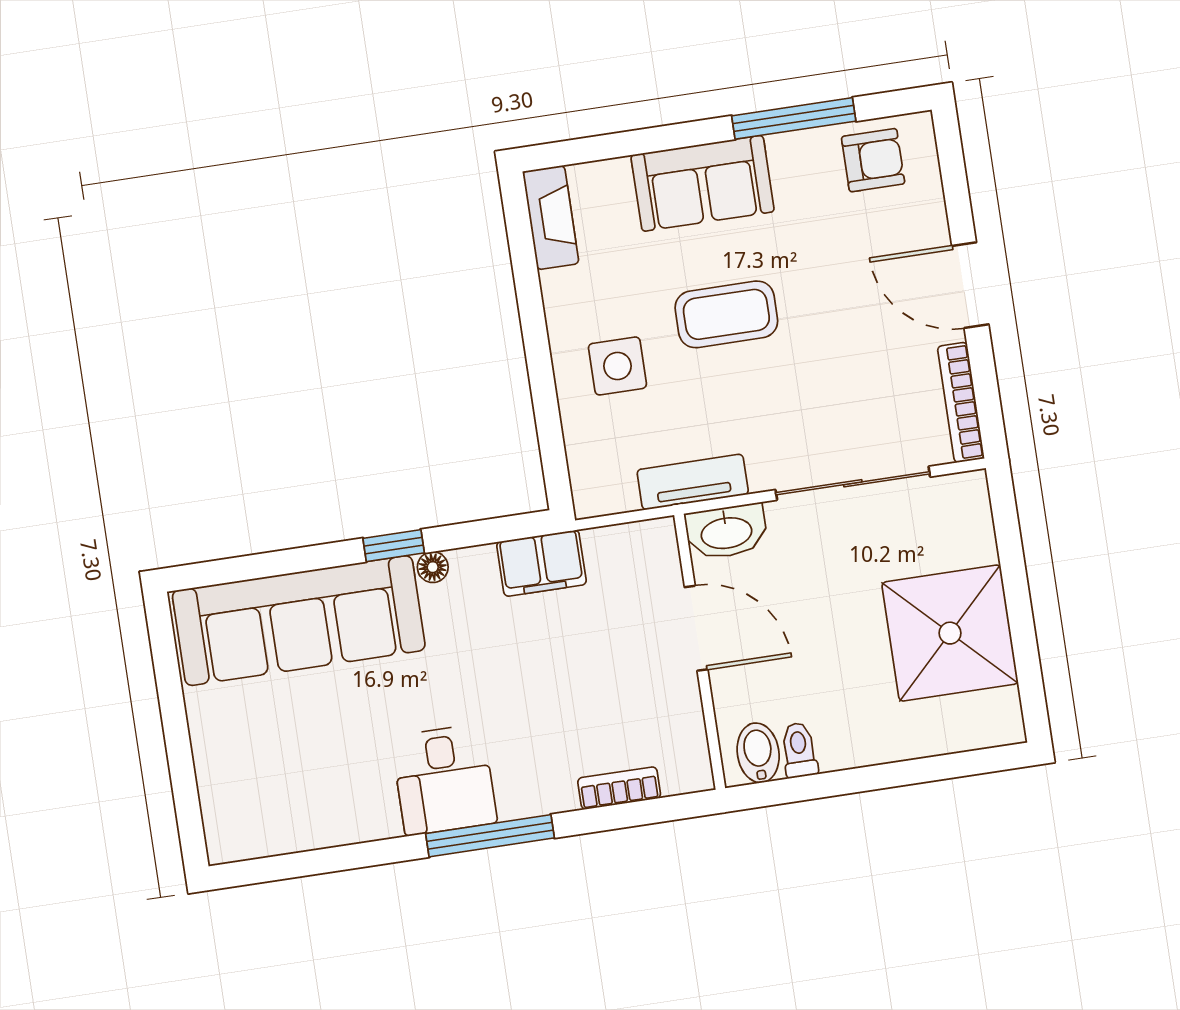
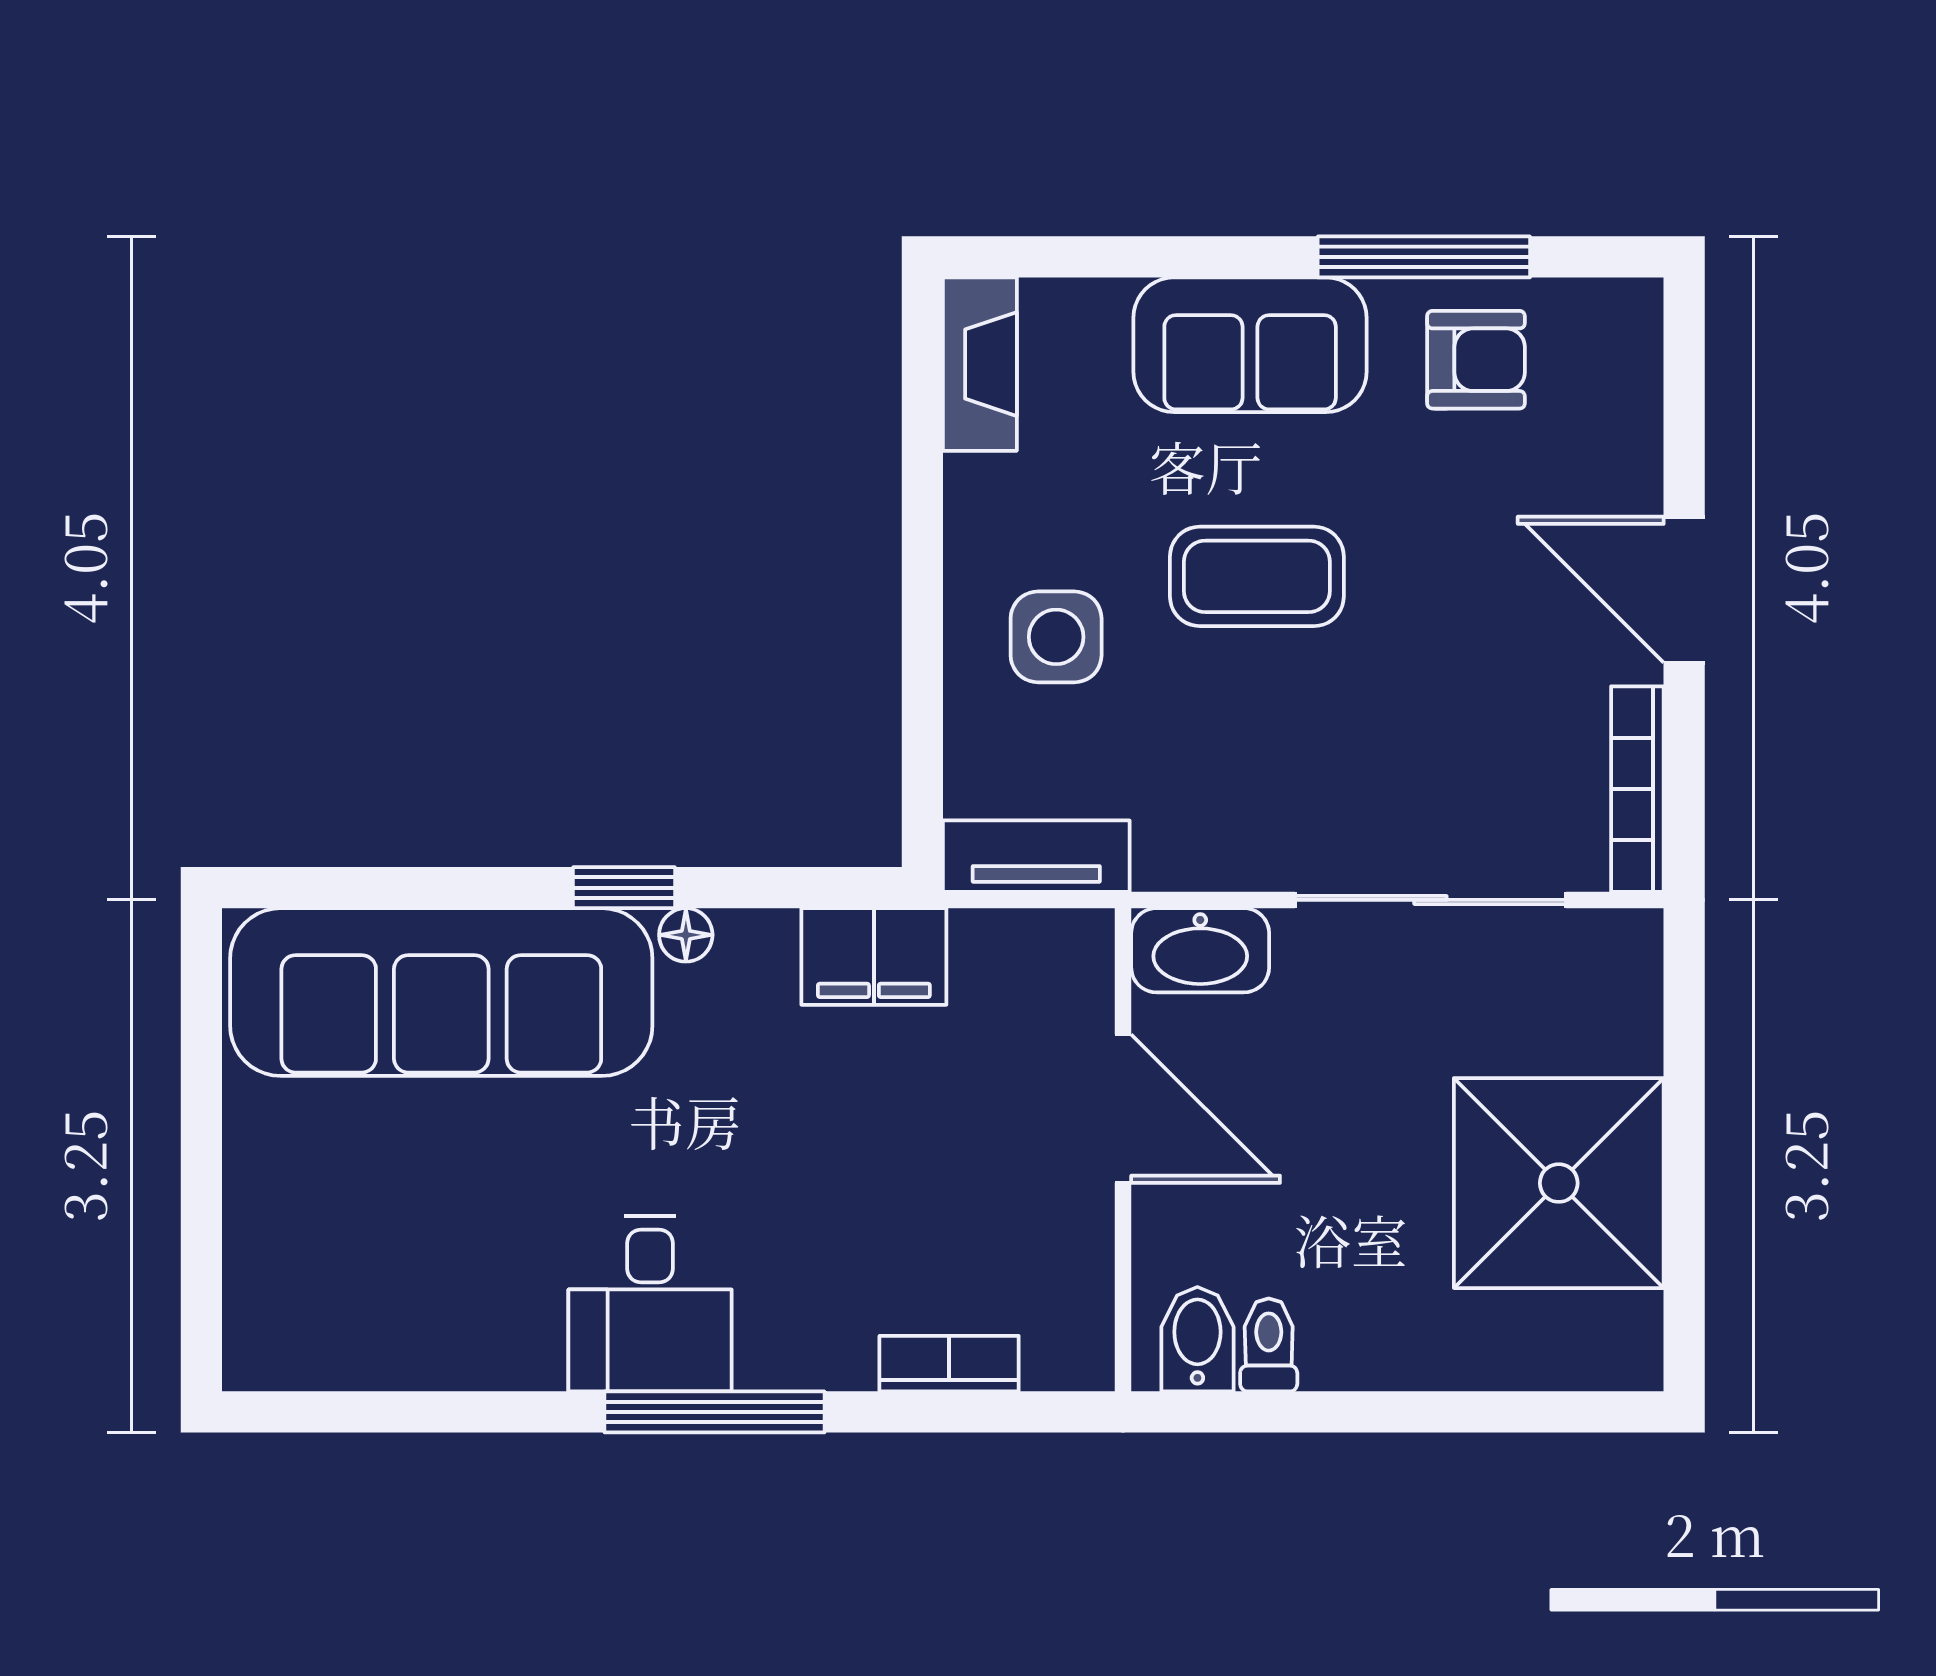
armchair: (873, 160) -> (1476, 360), moved
tv unit: (693, 482) -> (1036, 856), moved

